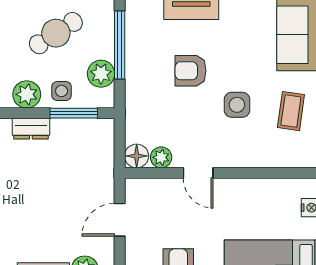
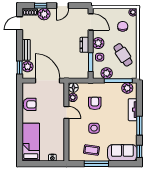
plant: (138, 23) -> (127, 88), added
armchair: (191, 71) -> (95, 103), moved
door: (198, 173) -> (66, 112), swing flipped
door: (120, 220) -> (48, 81), width x1.88

